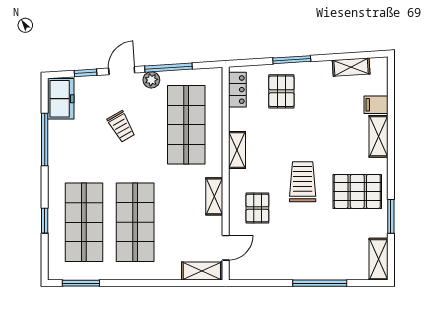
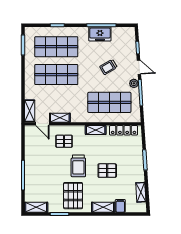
locker: (237, 90) -> (124, 130), width x1.53
pallet: (281, 91) -> (107, 171), moved
freezer: (61, 99) -> (100, 34), moved
trolley: (303, 182) -> (78, 166), turned 90
shelving: (214, 196) -> (60, 118), moved

